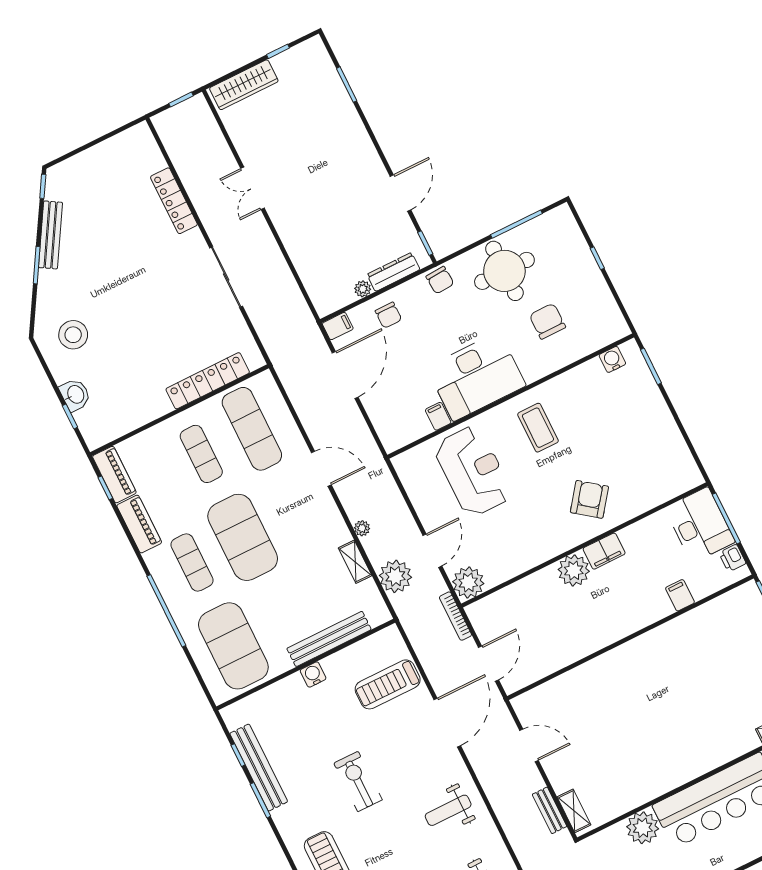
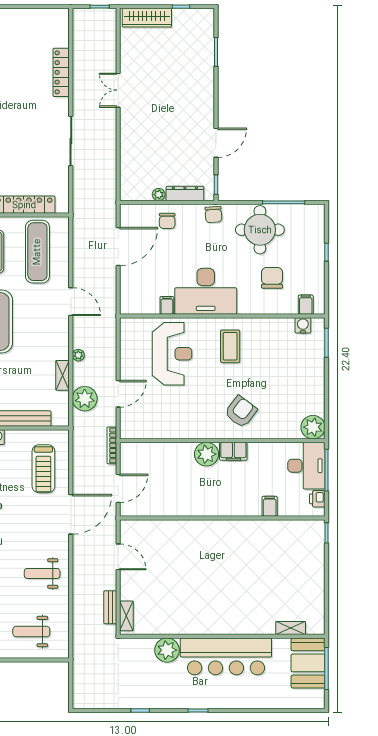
filing cabinet: (338, 326) -> (306, 305), moved, turned -90
plant: (468, 583) -> (313, 427), moved
treadmill: (388, 684) -> (43, 469), turned -90

